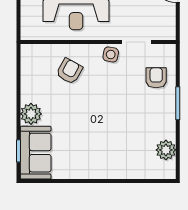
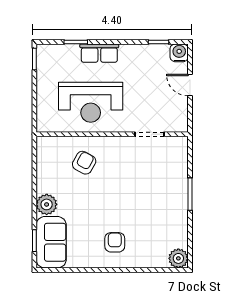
side table: (111, 54) -> (124, 146), removed
armchair: (156, 78) -> (115, 242), moved
plant: (166, 150) -> (178, 258), moved

